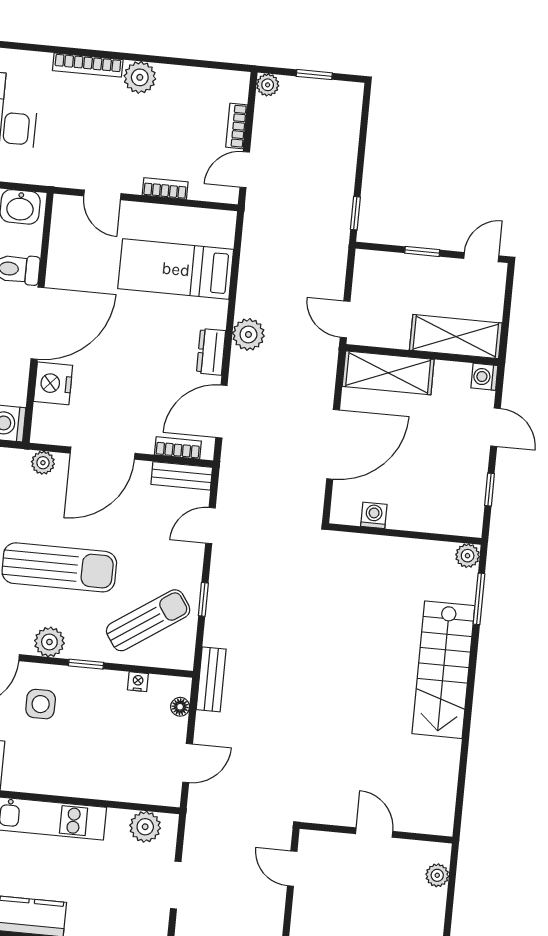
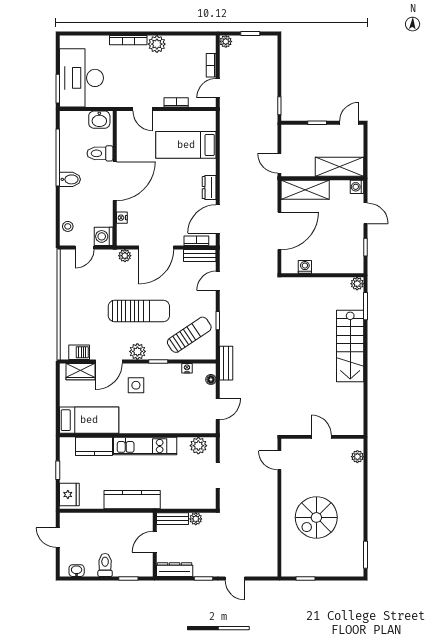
plant: (248, 334) -> (228, 176), removed
nightstand: (53, 383) -> (122, 218), width x0.53, depth x0.56

